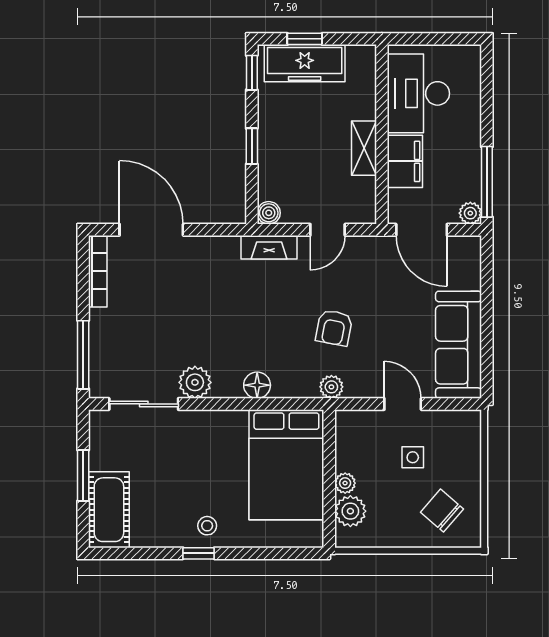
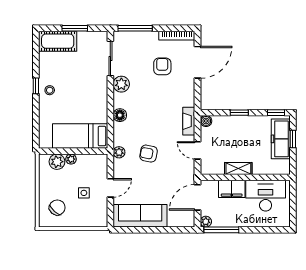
armchair: (160, 300) -> (162, 66), added
bed: (286, 465) -> (80, 136), width x0.67

